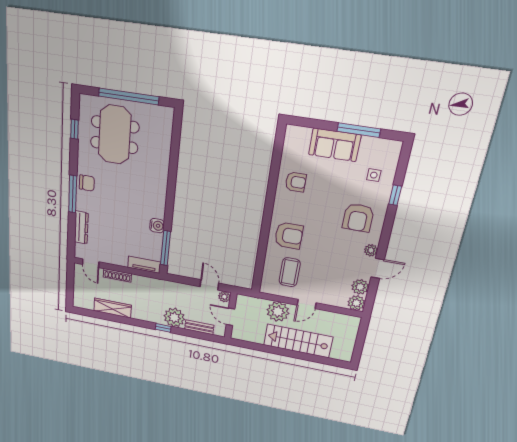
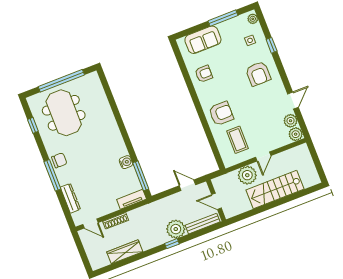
sofa: (335, 145) -> (203, 40), moved
plant: (371, 250) -> (253, 19), moved
plant: (224, 297) -> (203, 188), removed
bench: (199, 327) -> (203, 224), width x1.36

